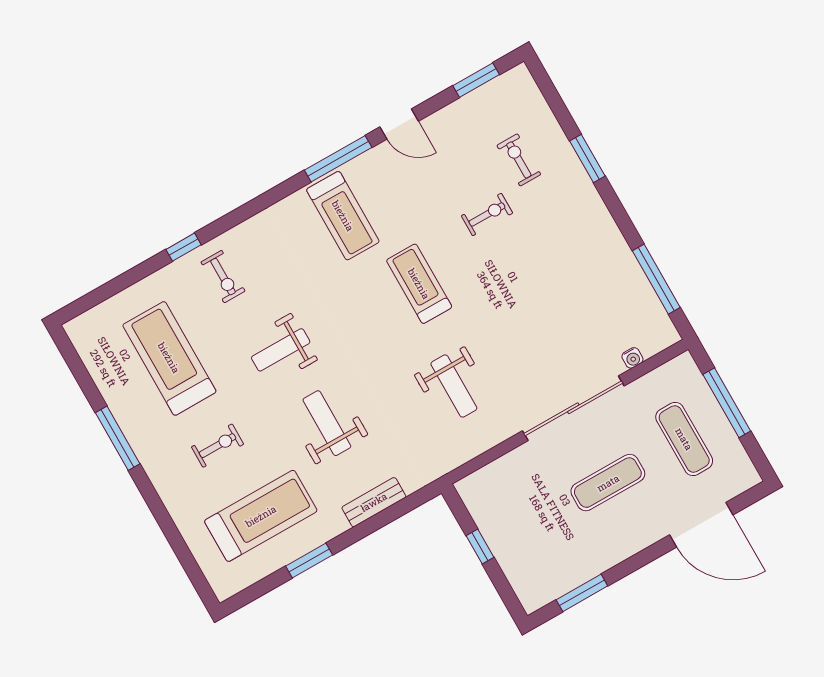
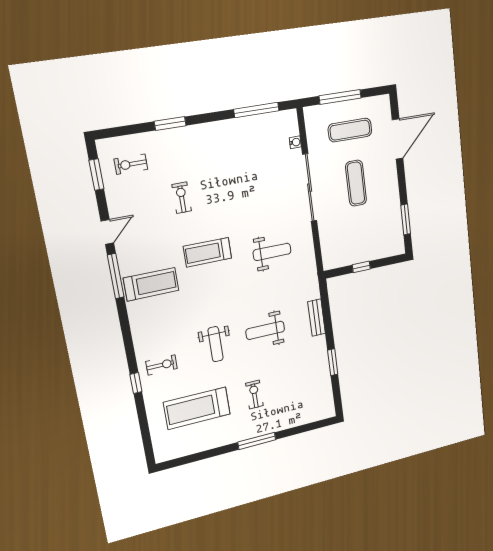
exercise bike: (519, 160) -> (131, 164), moved
window: (118, 438) -> (257, 441), moved
treadmill: (261, 516) -> (300, 381), removed

